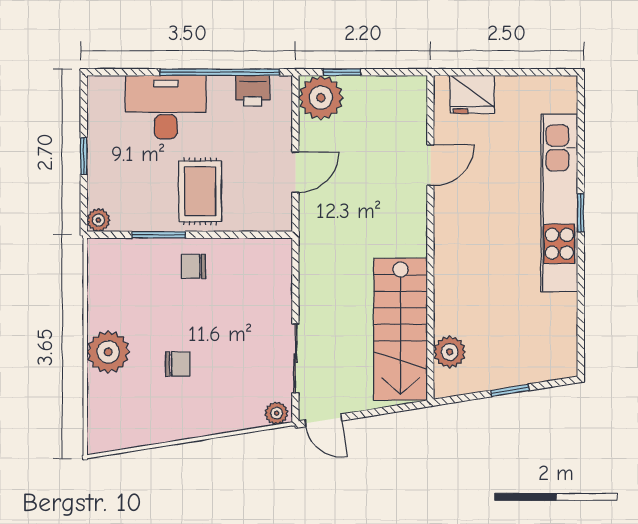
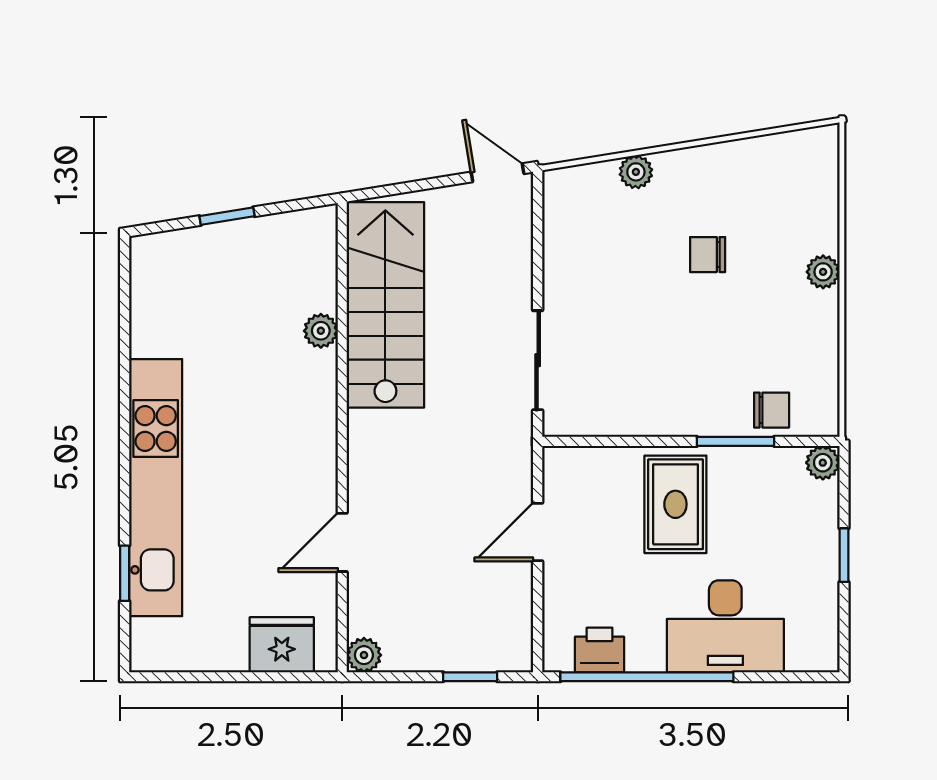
plant: (321, 98) -> (364, 655), moved, width x0.53, depth x0.53
window: (581, 213) -> (125, 573), moved
chair: (193, 266) -> (772, 410), moved
plant: (108, 352) -> (823, 272), width x0.53, depth x0.53
plant: (450, 352) -> (321, 331), moved, width x0.73, depth x0.73
sliding door: (295, 358) -> (538, 360), moved
plant: (276, 413) -> (636, 172), moved

